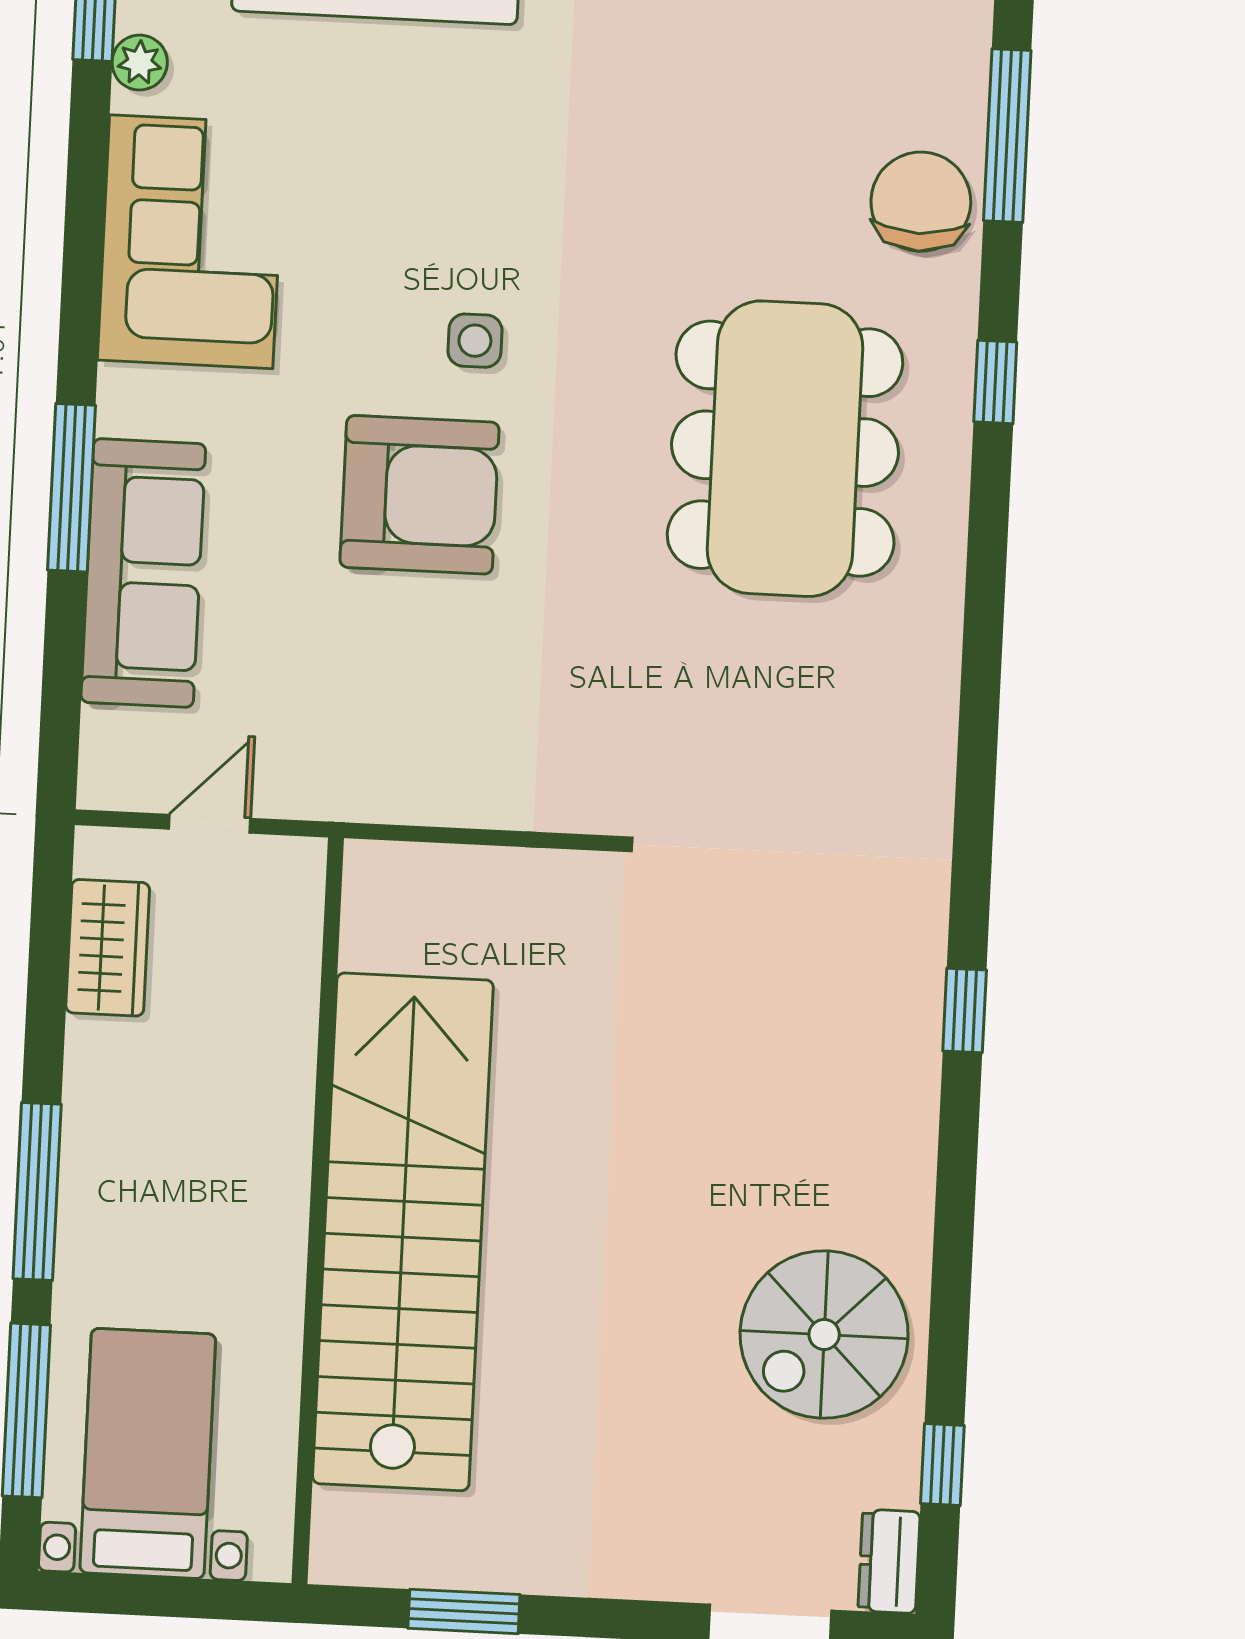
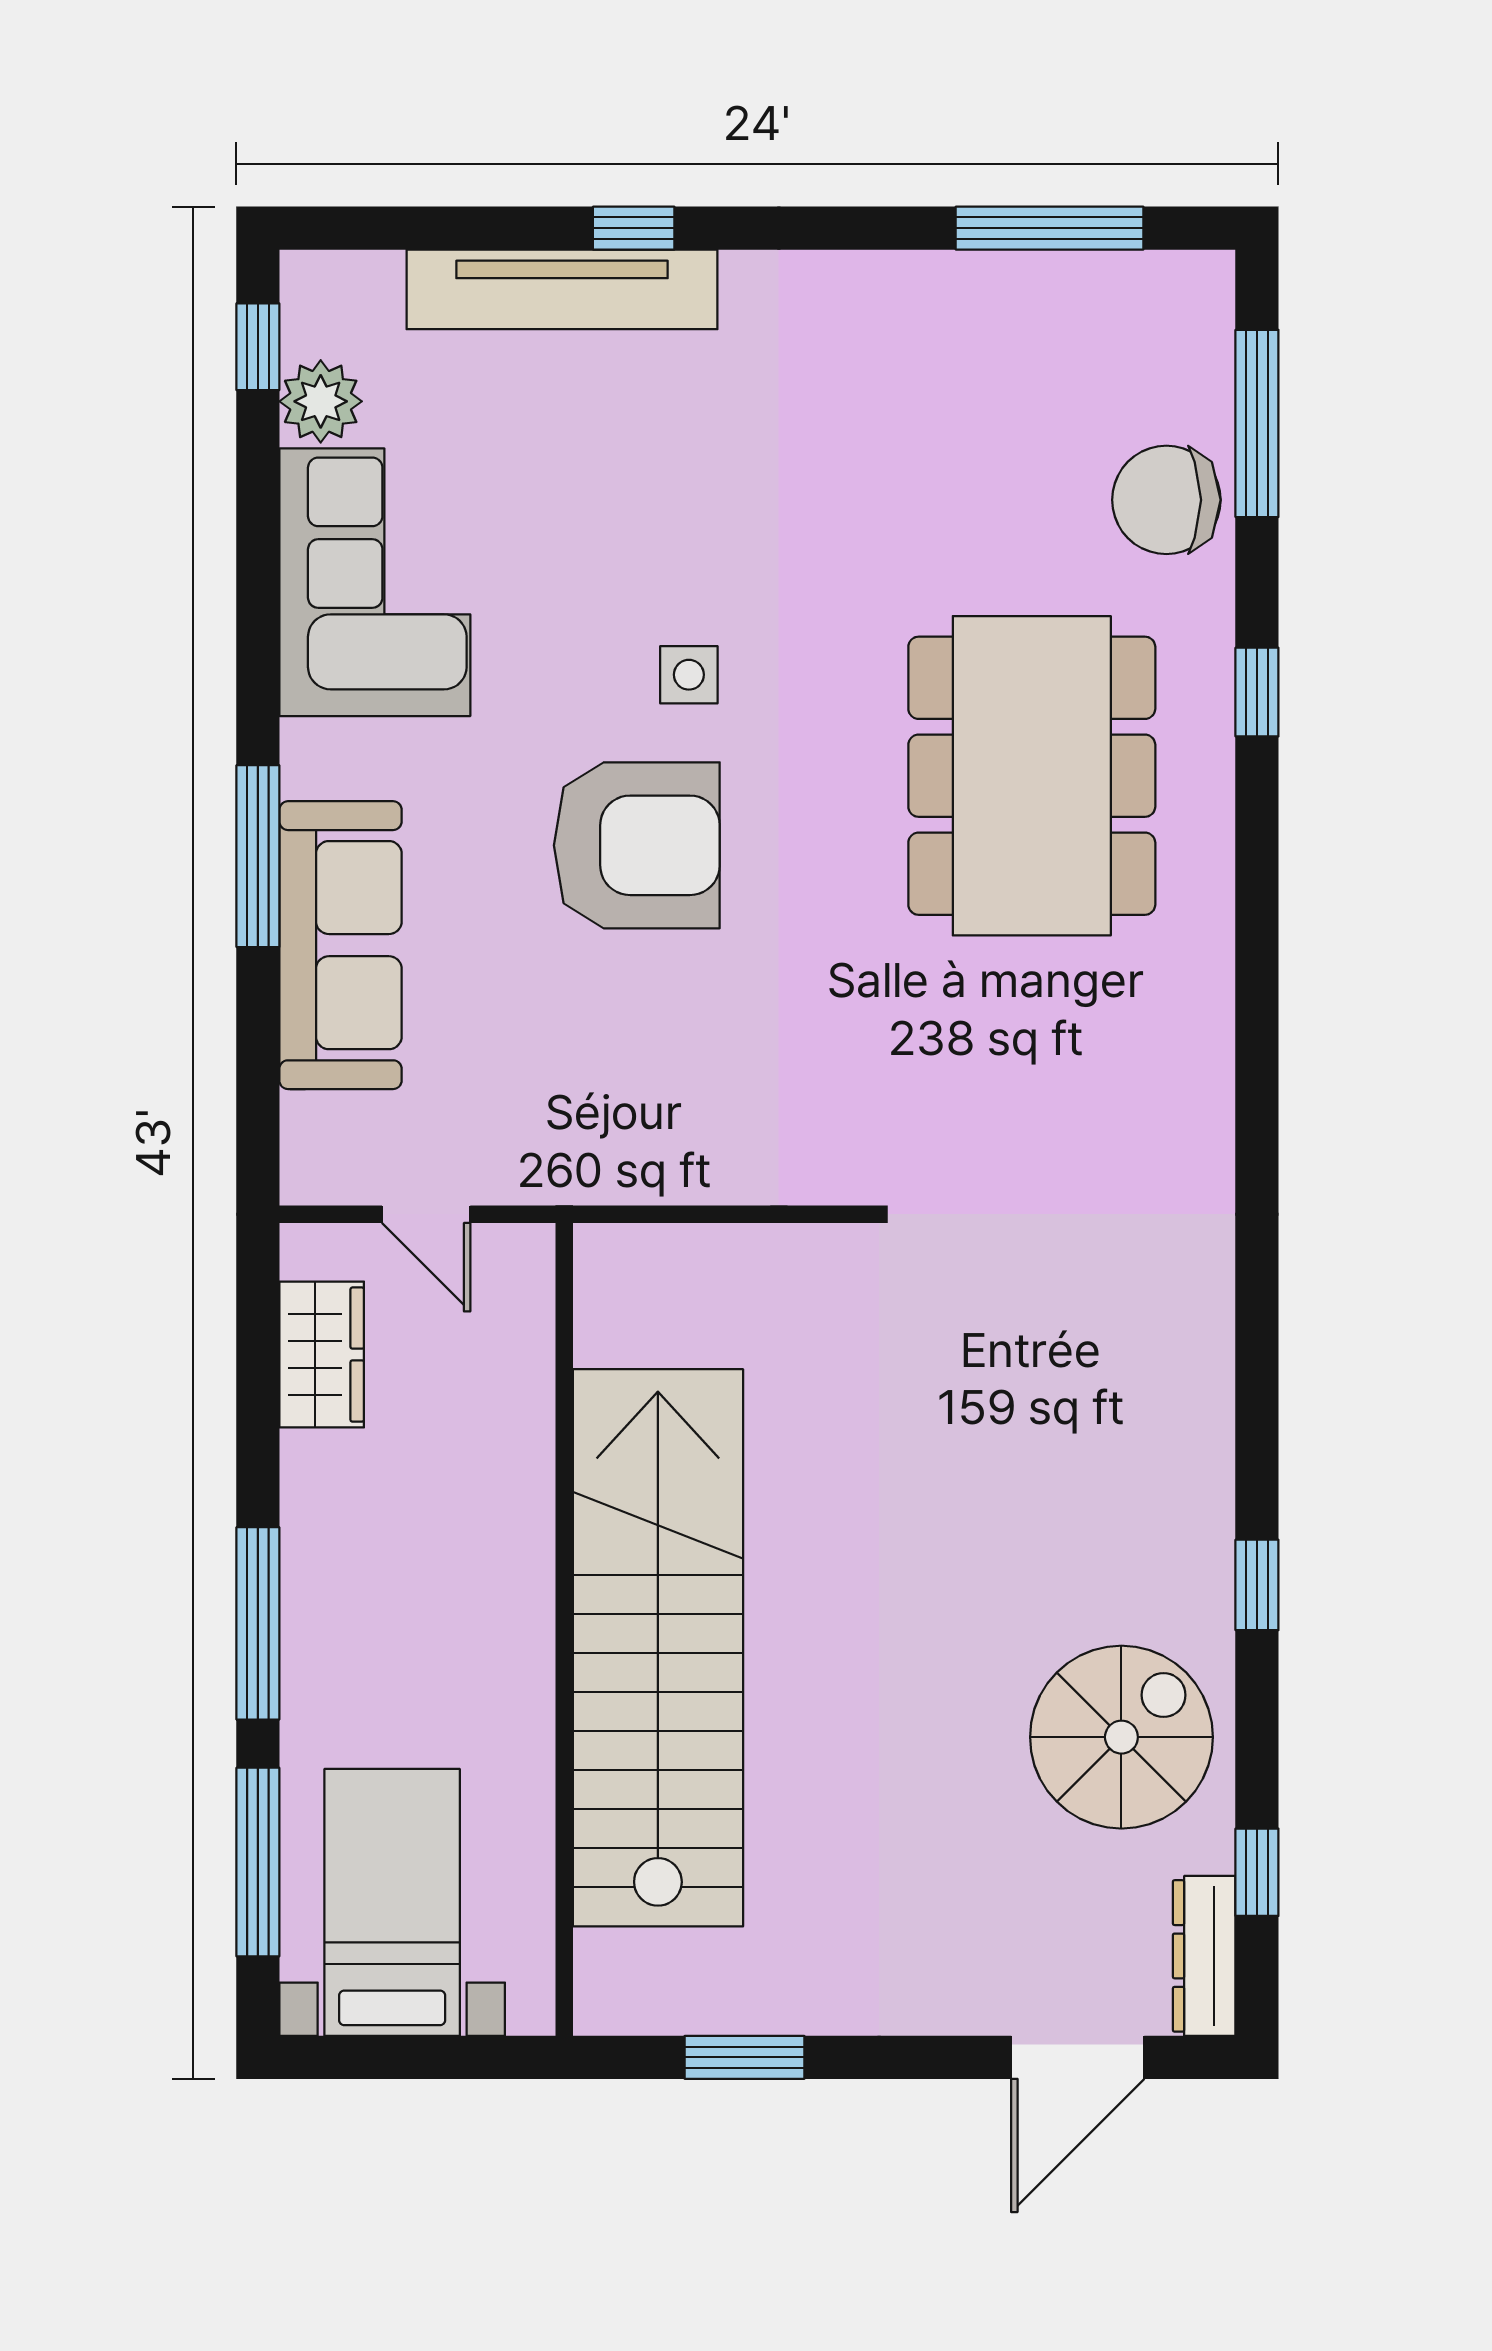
plant: (140, 63) -> (321, 401), width x1.38, depth x1.38
chair: (921, 202) -> (1166, 500), turned -90
door: (210, 824) -> (426, 1214), swing flipped
window: (965, 1011) -> (1257, 1585), moved
spiral stairs: (824, 1335) -> (1121, 1737), turned 180
dresser: (889, 1561) -> (1204, 1956), width x1.44

